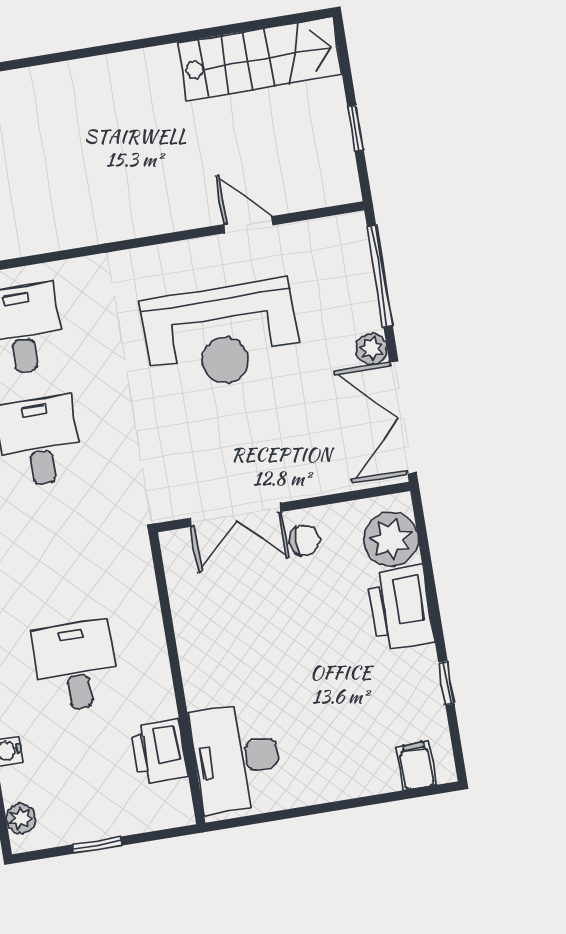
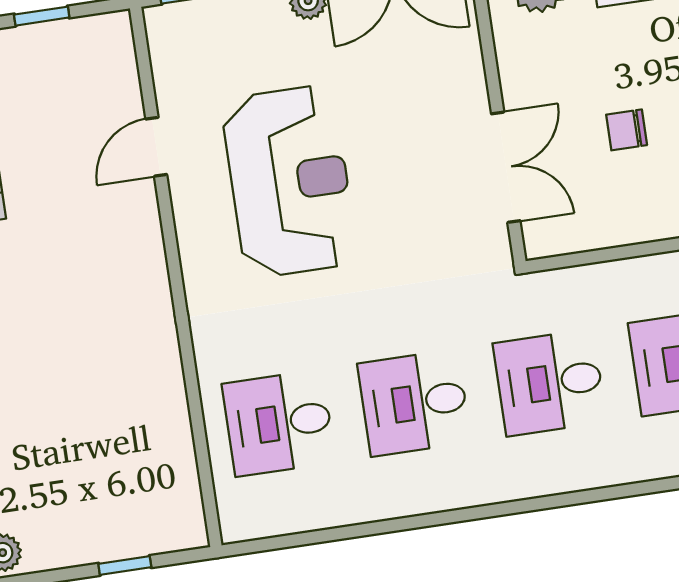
chair: (304, 540) -> (627, 130), moved, turned -90
desk: (57, 554) -> (550, 383), added

